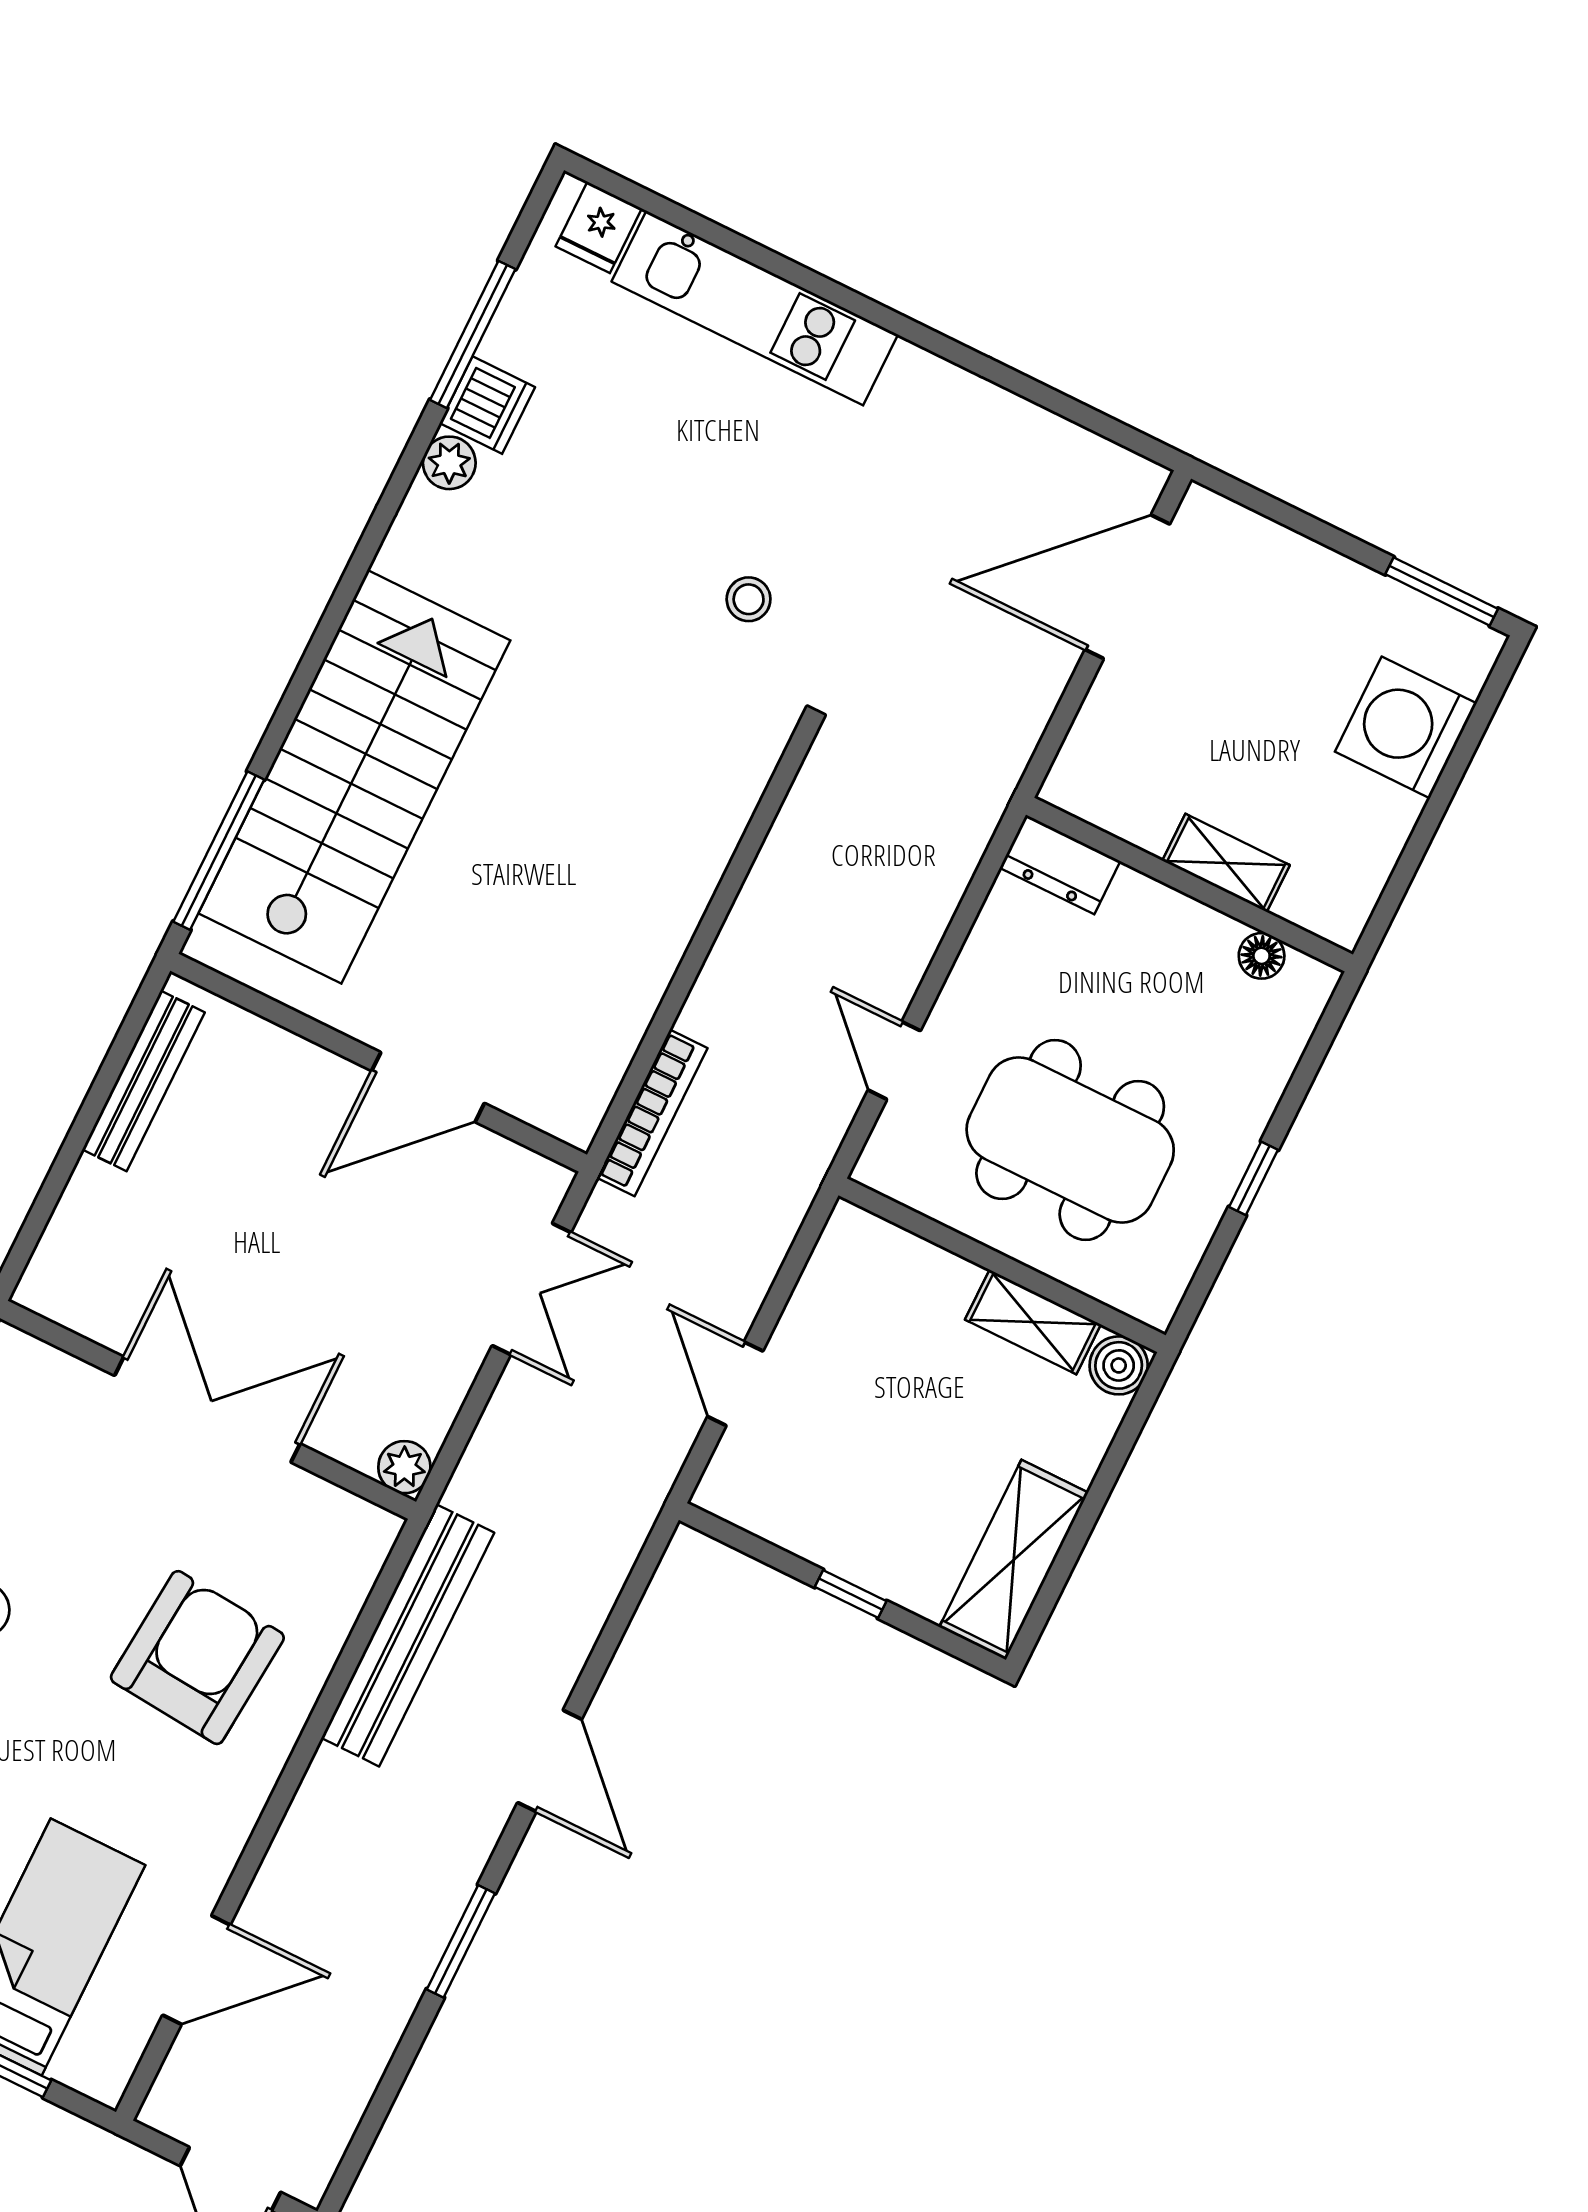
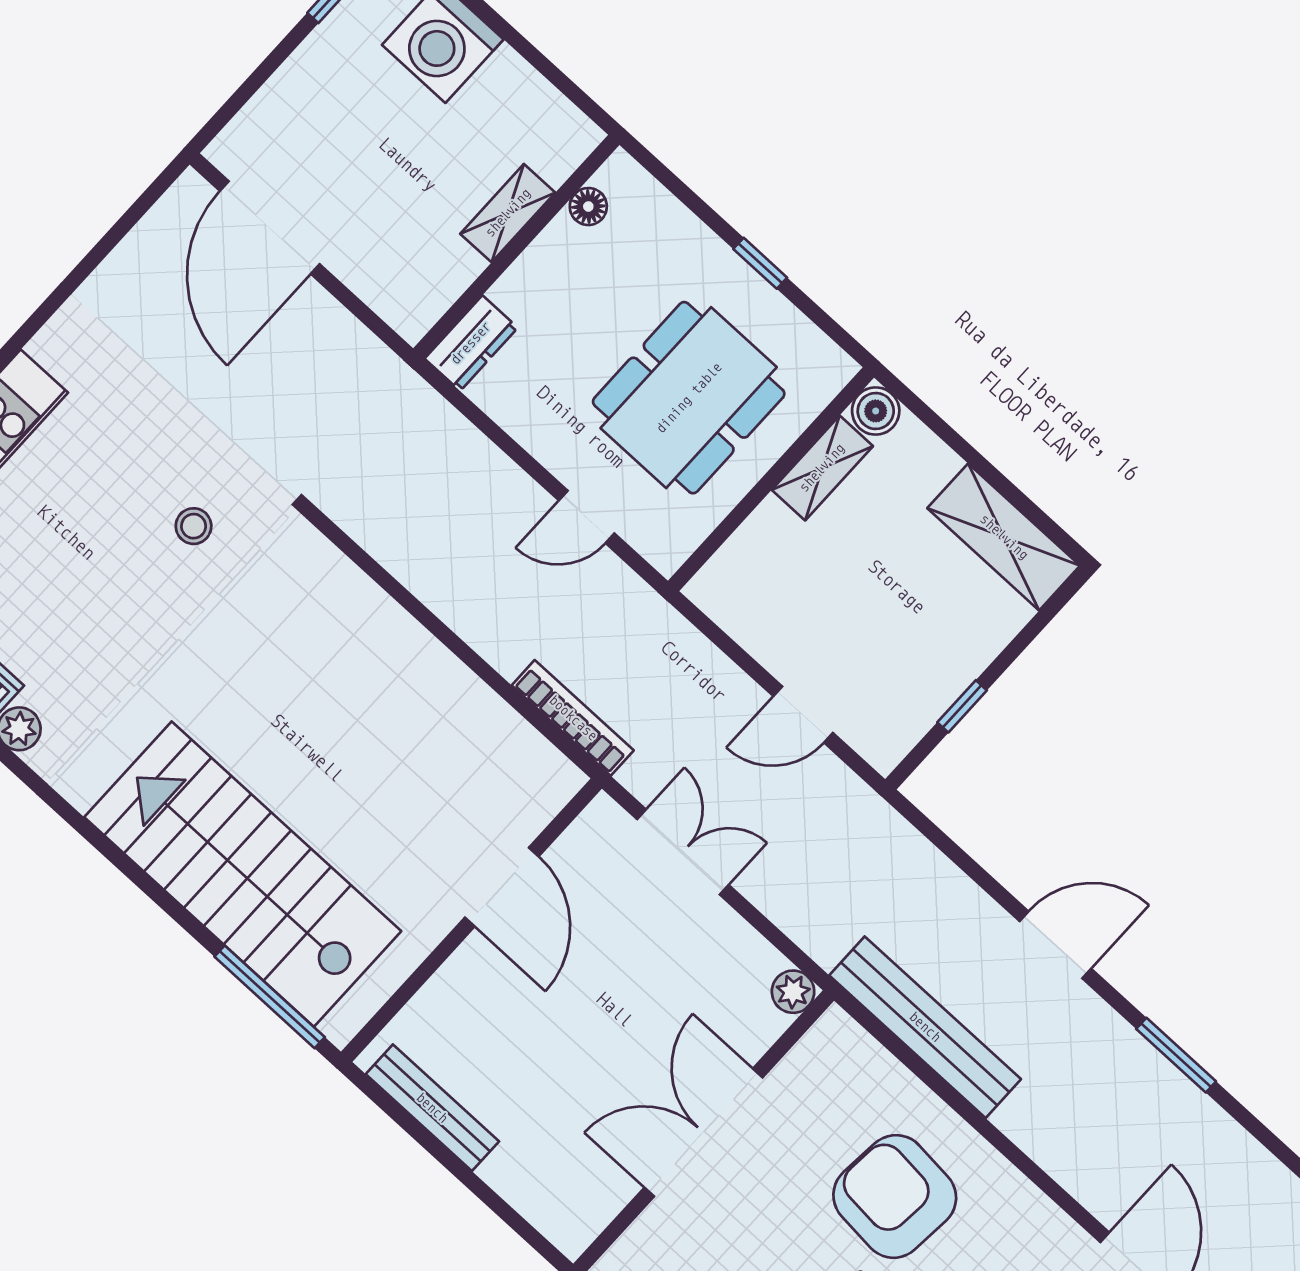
window: (851, 1594) -> (962, 706), moved

